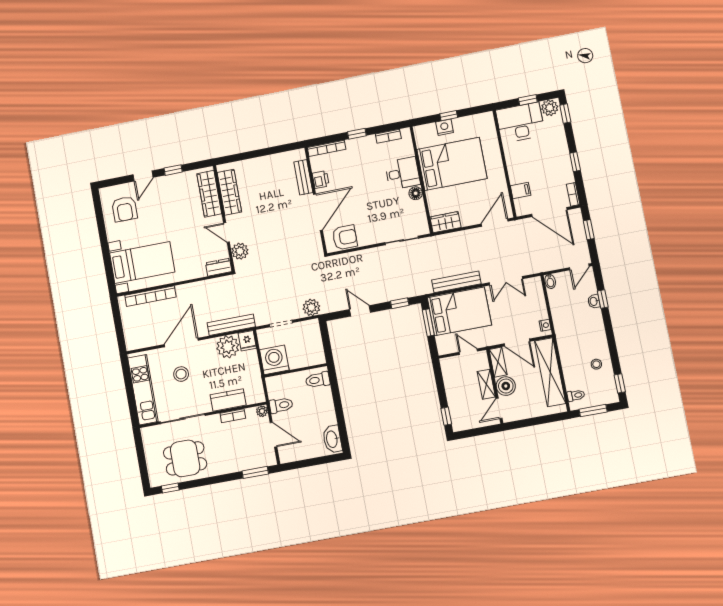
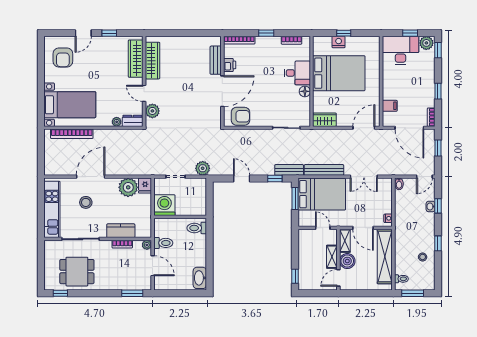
plant: (200, 272) -> (117, 122), added
bench: (231, 325) -> (289, 170), moved, width x0.73
window: (620, 383) -> (438, 243), moved

